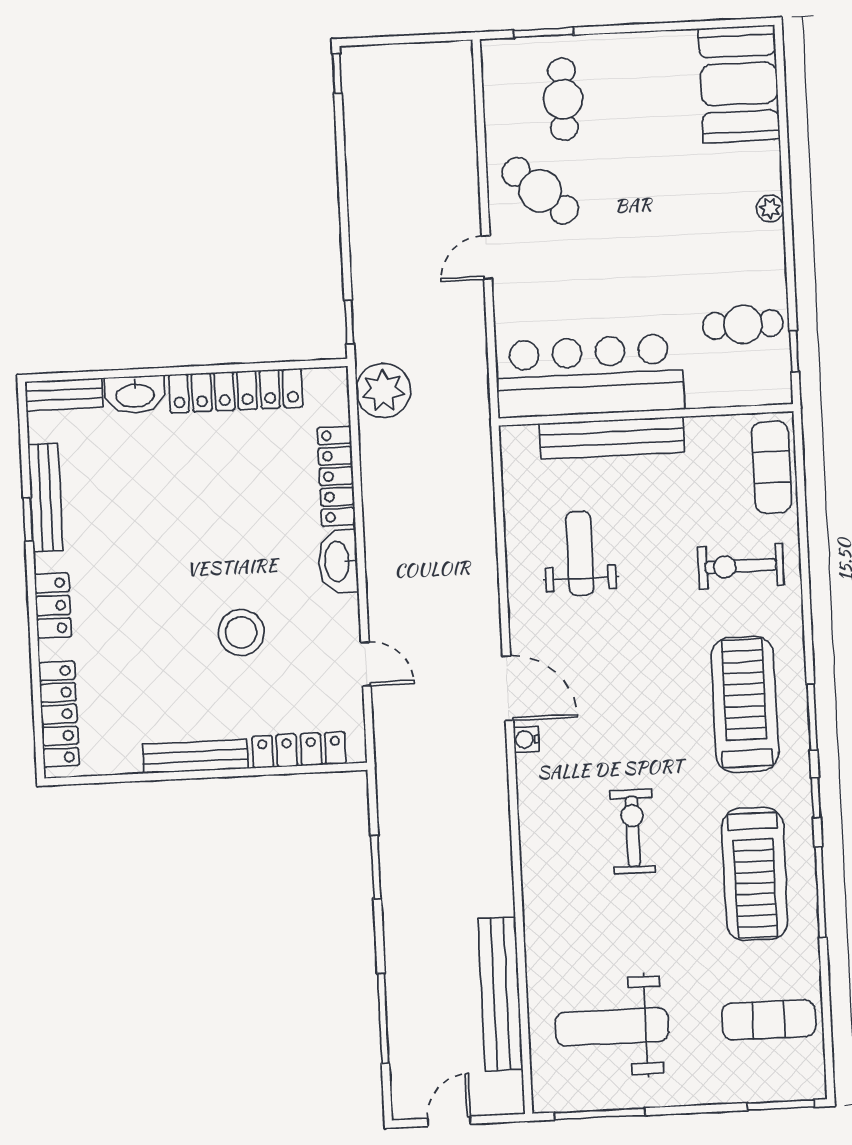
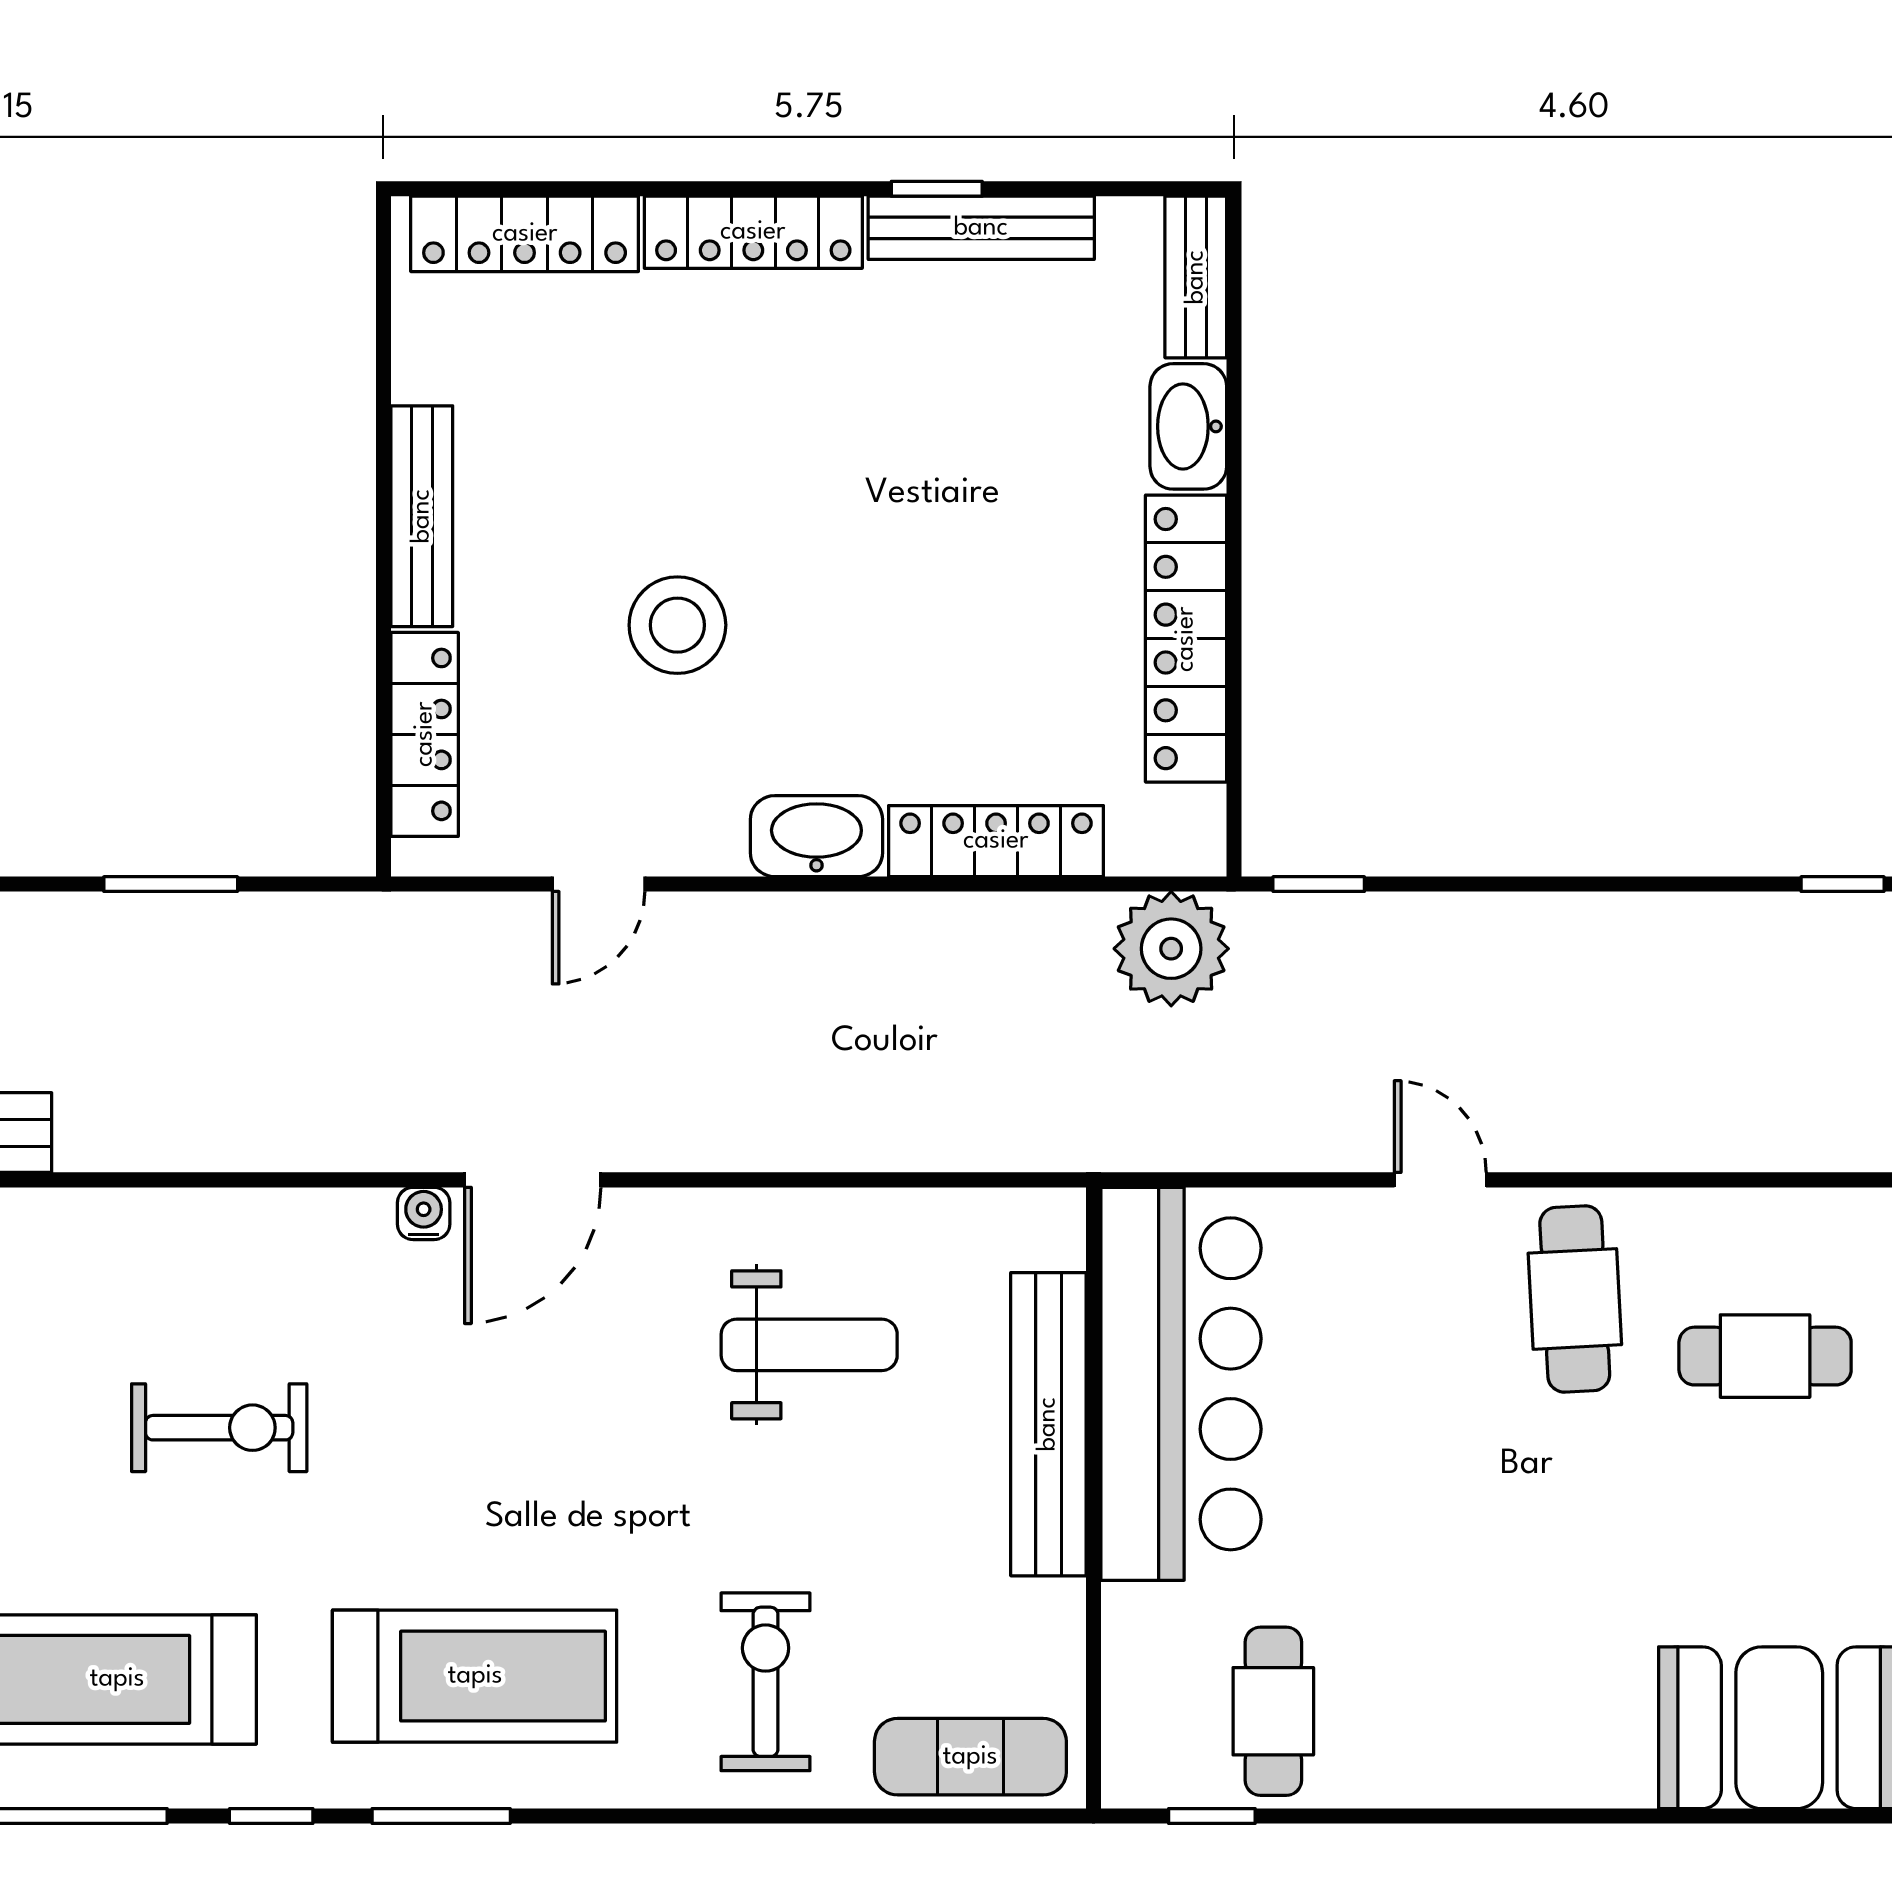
cafe table: (540, 191) -> (1575, 1299), turned -44
plant: (770, 208) -> (1514, 1780), removed
locker: (53, 606) -> (753, 232), width x1.53

